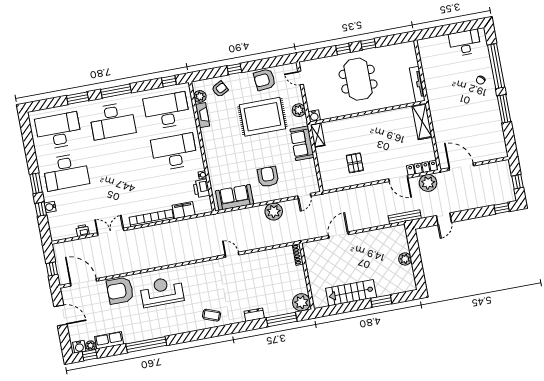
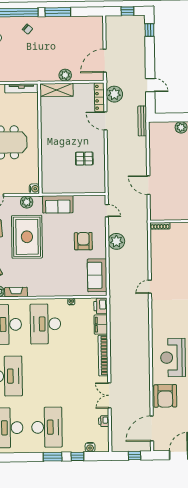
plant: (439, 128) -> (65, 75), added
shelving: (318, 135) -> (53, 189), removed
armchair: (268, 177) -> (83, 241), turned 90
door: (398, 179) -> (106, 121), swing flipped
printer: (201, 188) -> (101, 306), moved, turned 90
water cooler: (50, 207) -> (90, 447), moved

